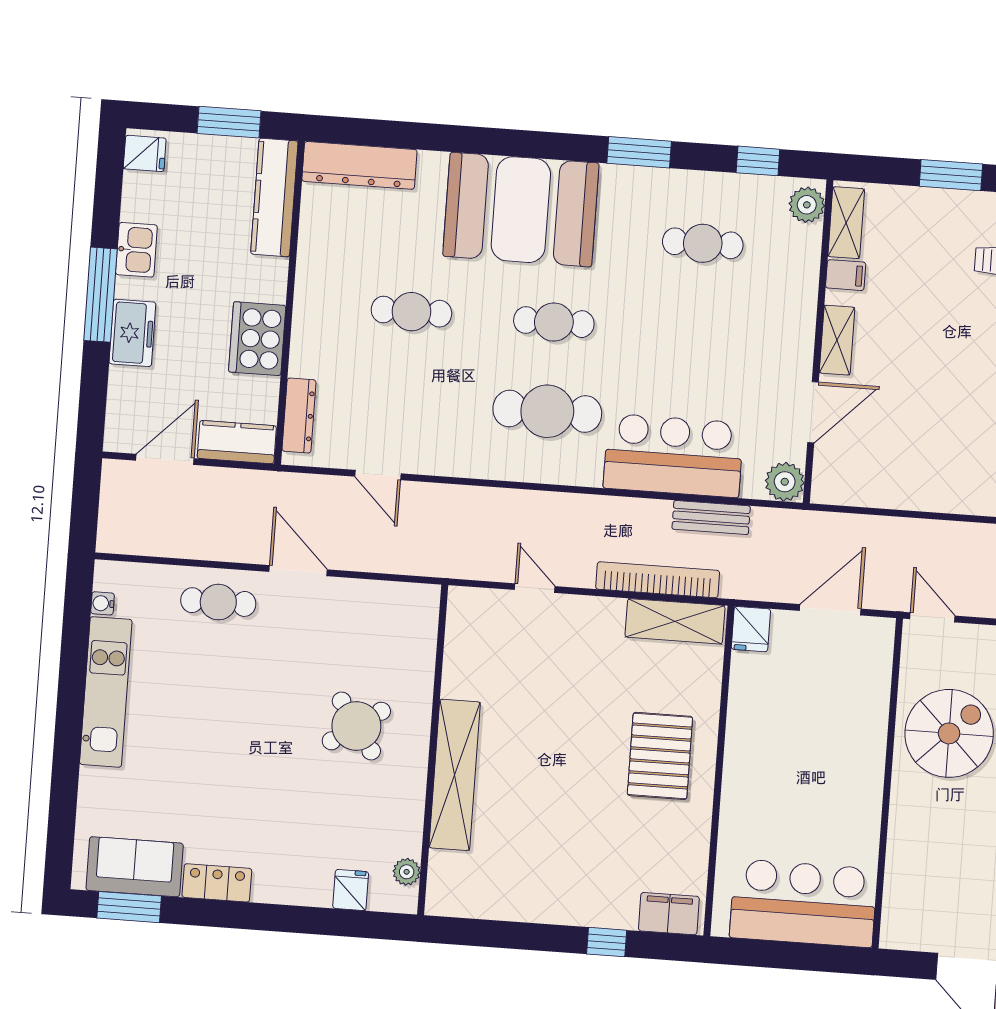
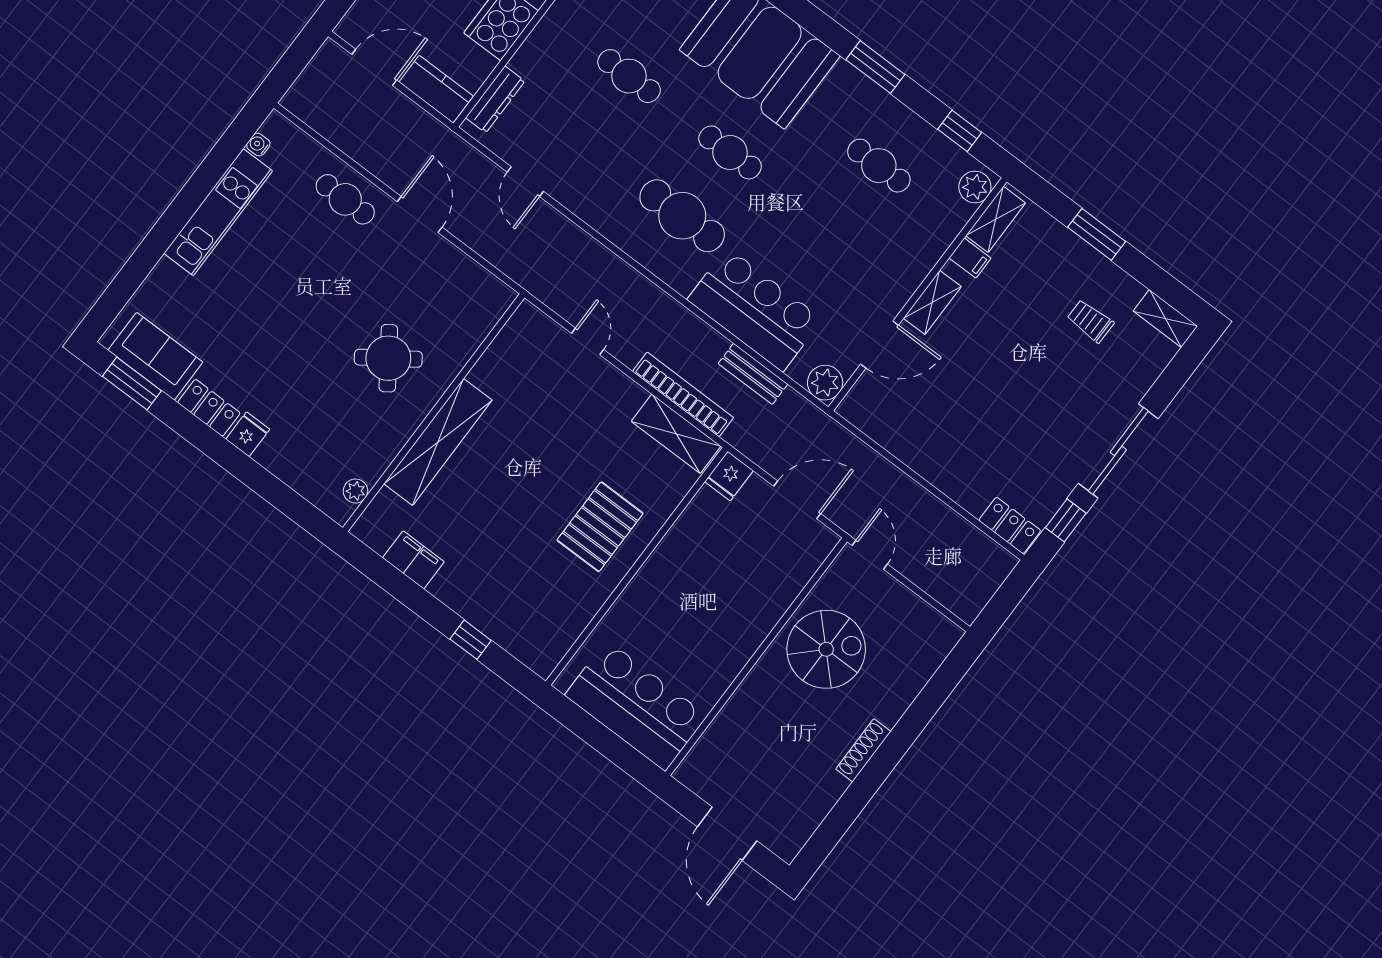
fridge: (351, 890) -> (248, 434), moved
filing cabinet: (669, 914) -> (413, 560), moved

